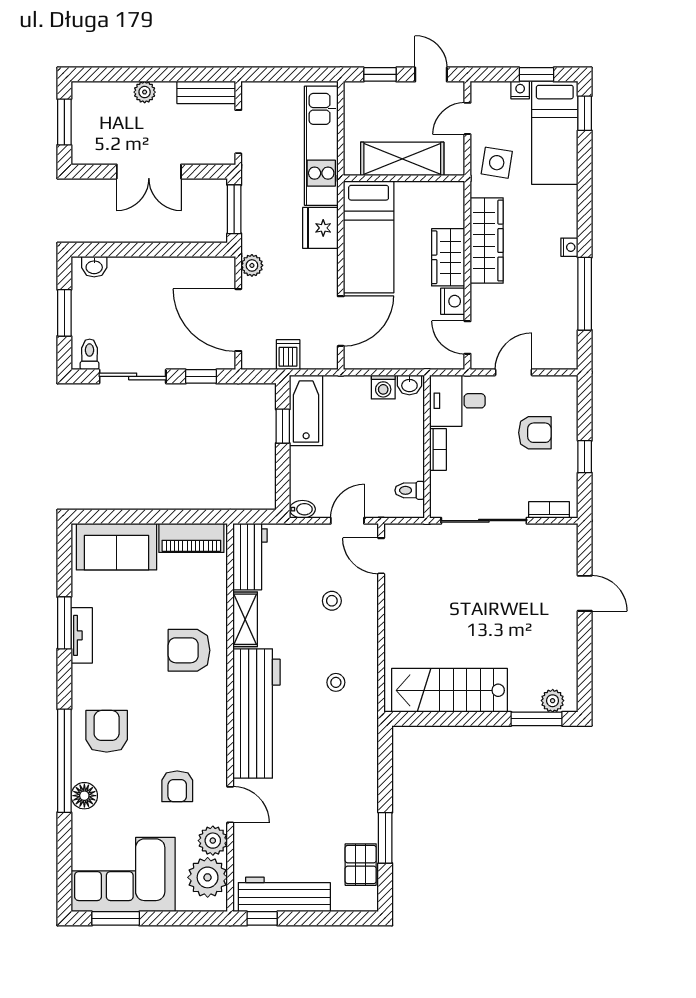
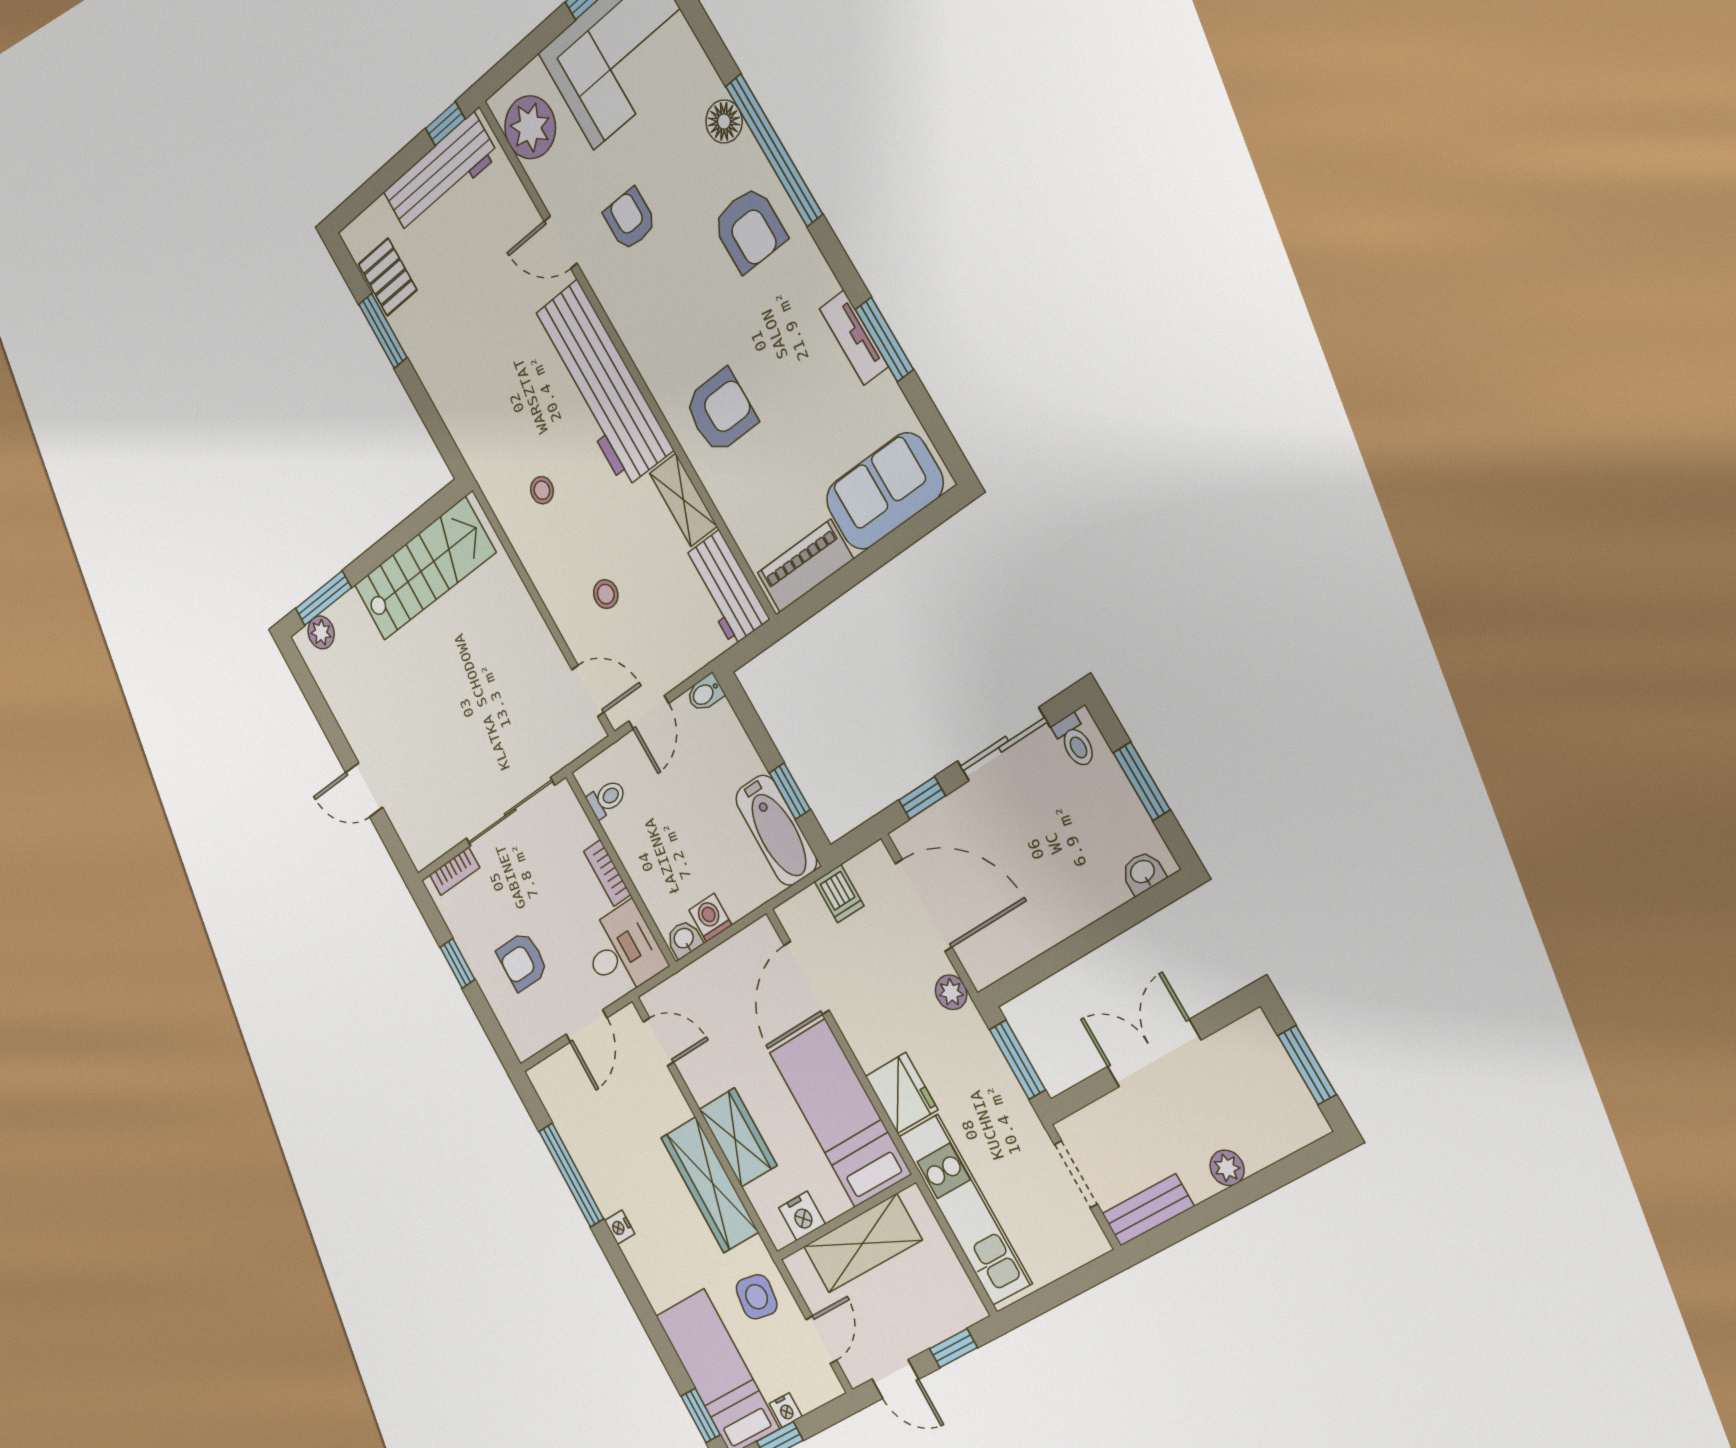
nightstand: (453, 301) -> (802, 1216), moved, turned -90
plant: (213, 841) -> (552, 180), removed

